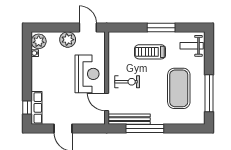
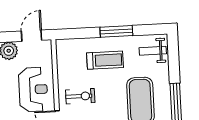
door: (88, 28) -> (31, 36), hinge flipped
treadmill: (150, 52) -> (105, 60), turned 180

